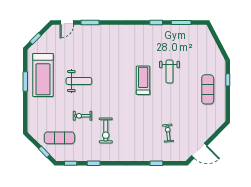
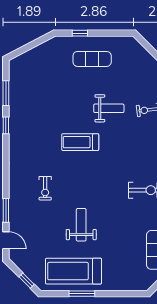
weight bench: (169, 71) -> (109, 108), moved
treadmill: (43, 75) -> (74, 271), turned 180
exercise bike: (82, 116) -> (45, 188), moved

